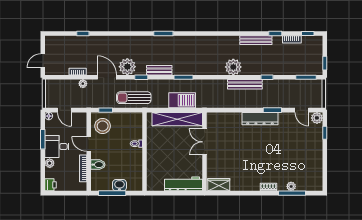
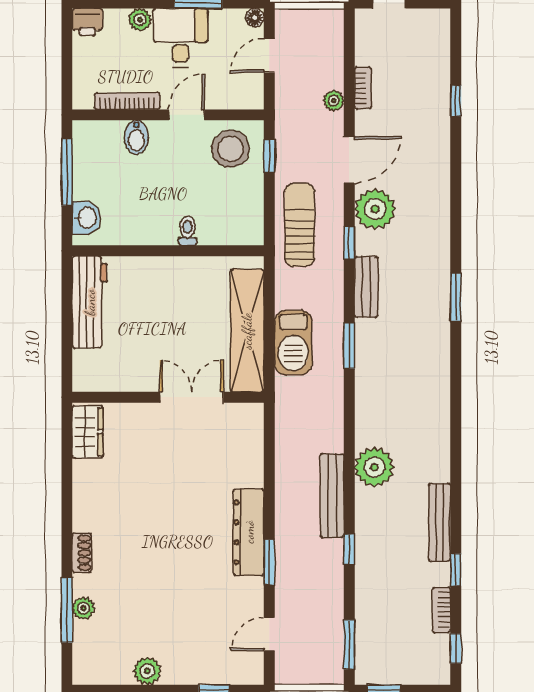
plant: (317, 118) -> (147, 671), moved
workbench: (183, 184) -> (90, 302), moved
washbasin: (119, 185) -> (86, 218), moved

